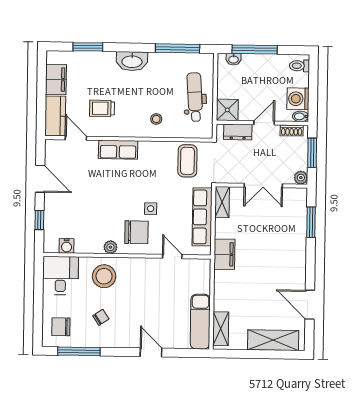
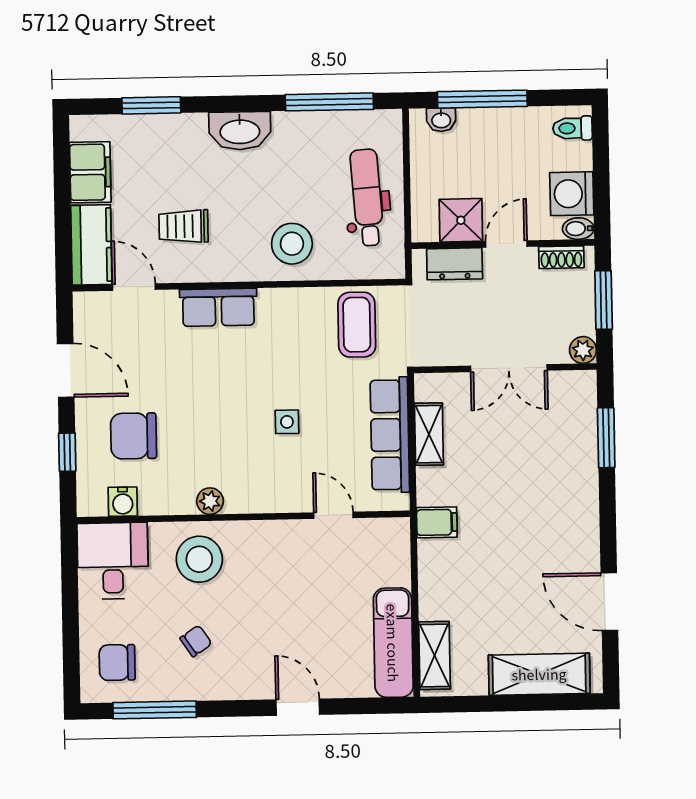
shower: (227, 110) -> (461, 220), moved
stool: (156, 119) -> (292, 244), width x1.89, depth x1.89
shelving: (222, 202) -> (429, 434), moved
chair: (136, 232) -> (134, 436), moved, turned 180
filing cabinet: (224, 254) -> (437, 522), width x0.50

